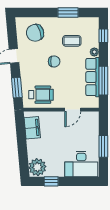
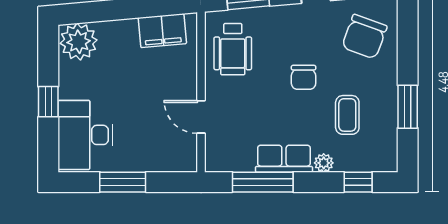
chair: (35, 33) -> (364, 37), turned -141
row of seats: (92, 77) -> (284, 159), width x0.68
window: (51, 181) -> (48, 102), moved

